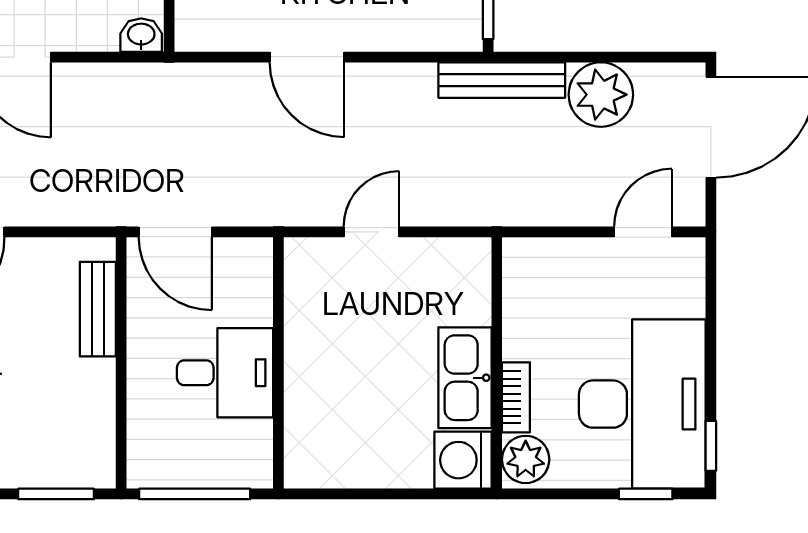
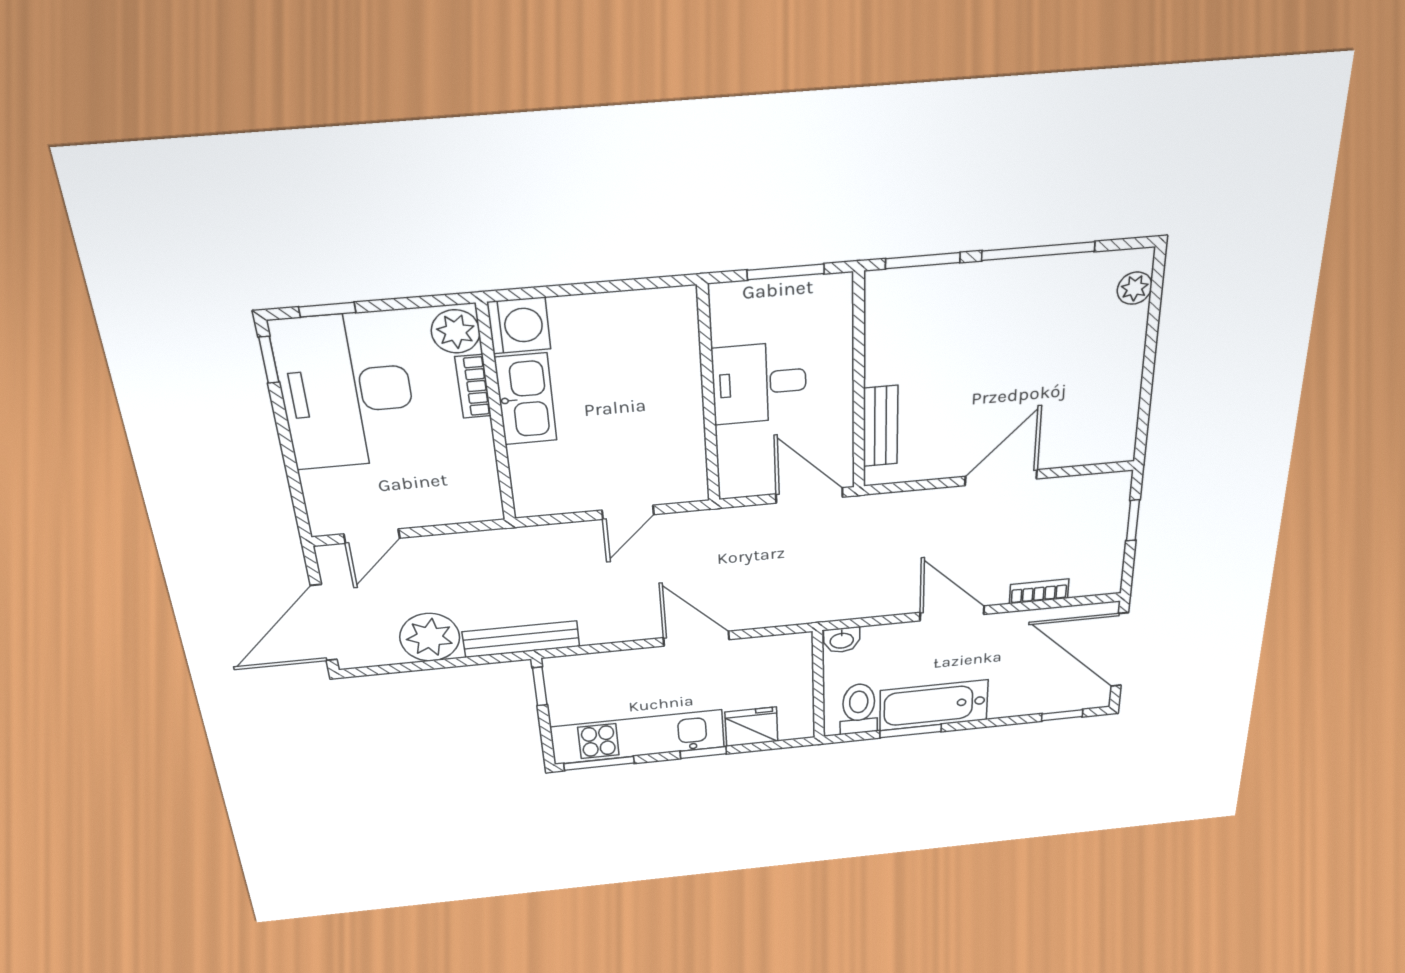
window: (195, 494) -> (786, 272), width x0.69

